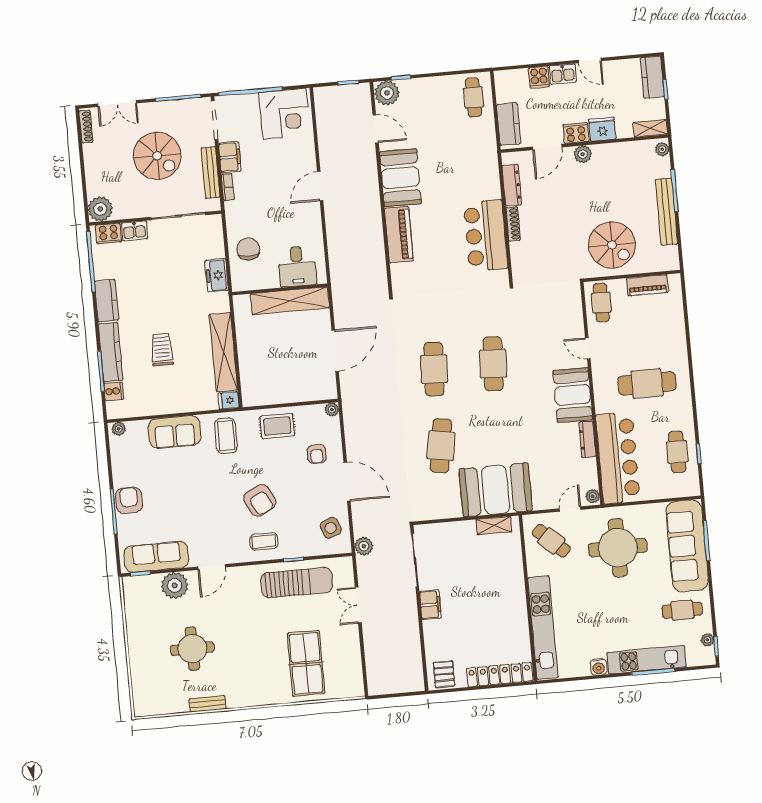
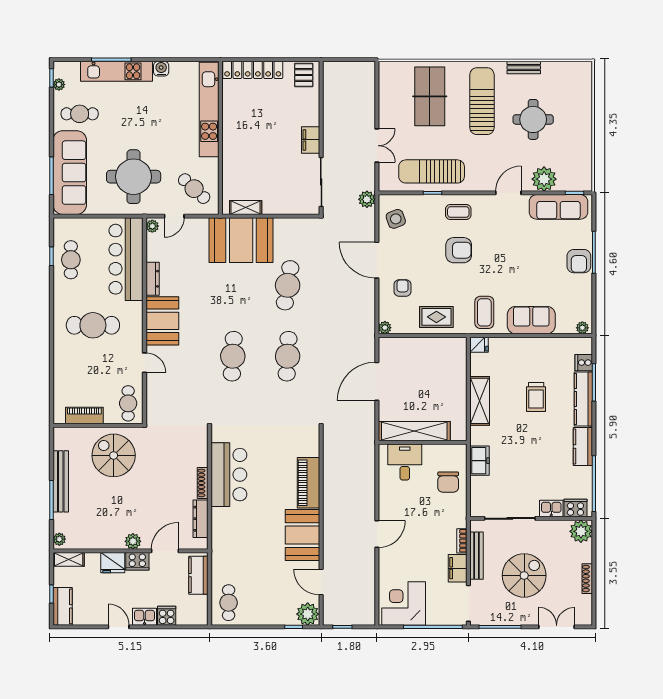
shoe rack: (86, 127) -> (587, 579), moved
spiral stairs: (157, 156) -> (524, 575), turned 90
shelving: (223, 352) -> (480, 401), width x0.68
armchair: (260, 500) -> (459, 250), turned 117
sun lounger: (249, 663) -> (482, 101), added

